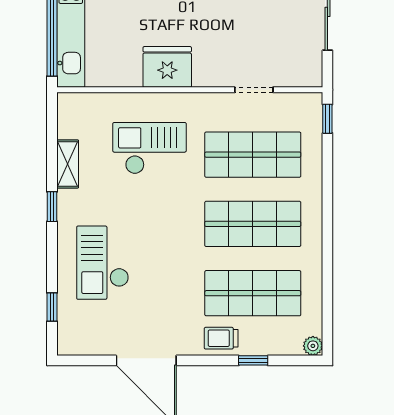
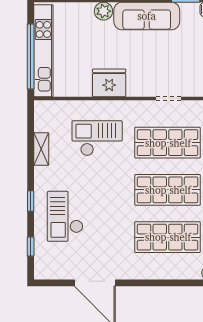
window: (52, 207) -> (31, 201), moved
trolley: (221, 338) -> (146, 268), removed
window: (253, 360) -> (168, 283), removed

